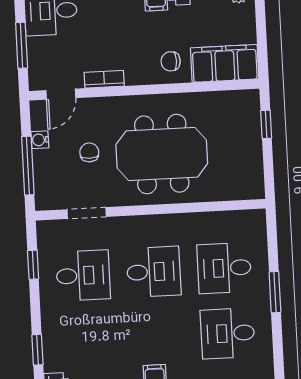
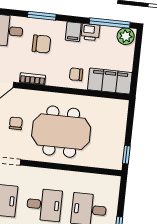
chair: (109, 23) -> (41, 44), added
window: (266, 124) -> (126, 155), moved

